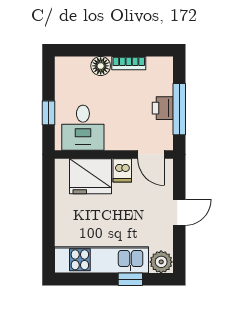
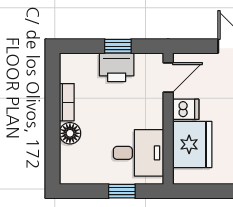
printer: (163, 108) -> (117, 67), width x1.36, depth x1.24
window: (179, 109) -> (118, 46), width x0.46

